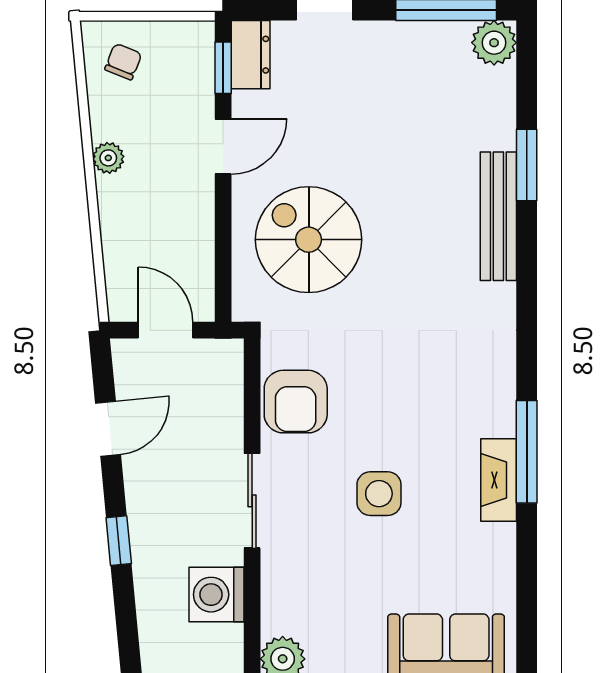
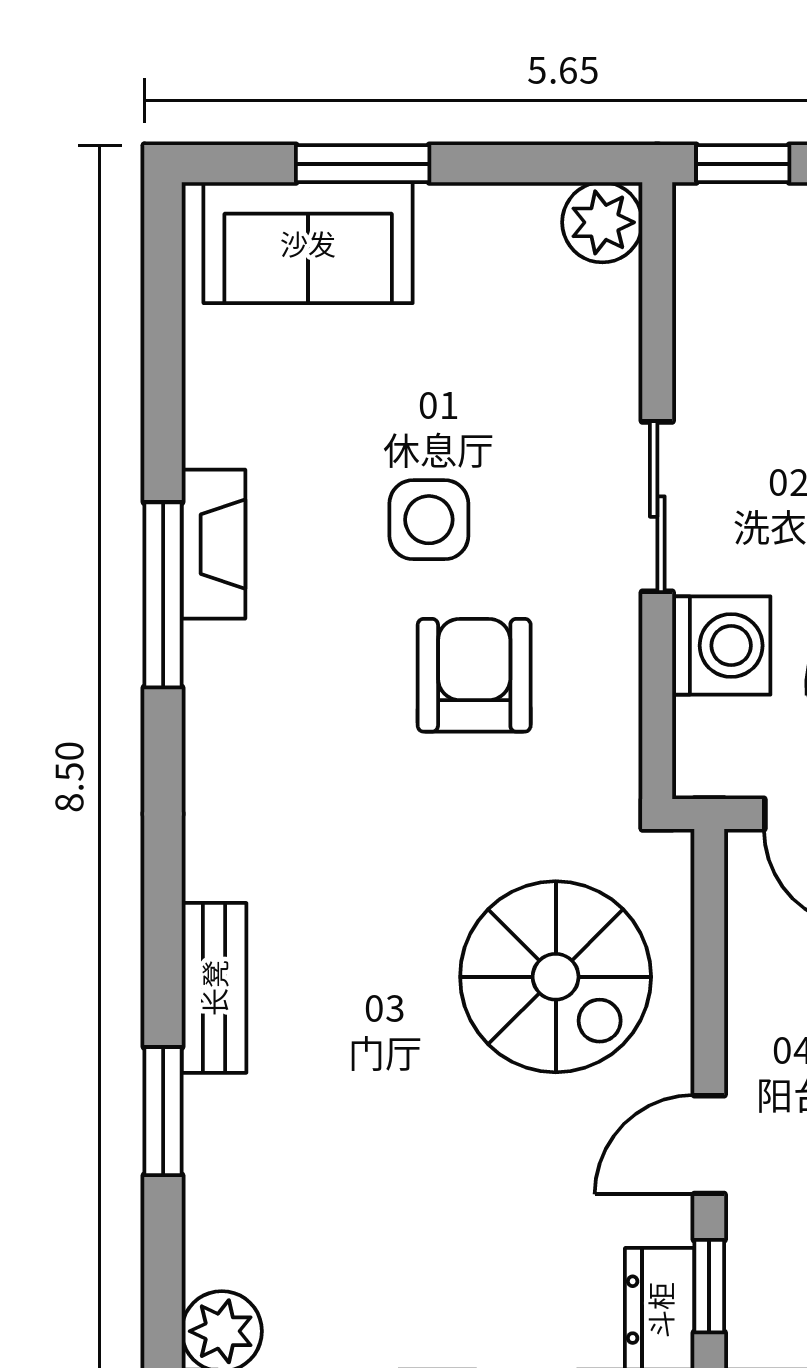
bench: (498, 216) -> (214, 988), width x0.73
armchair: (296, 402) -> (474, 675), moved
washing machine: (216, 595) -> (721, 646), moved

